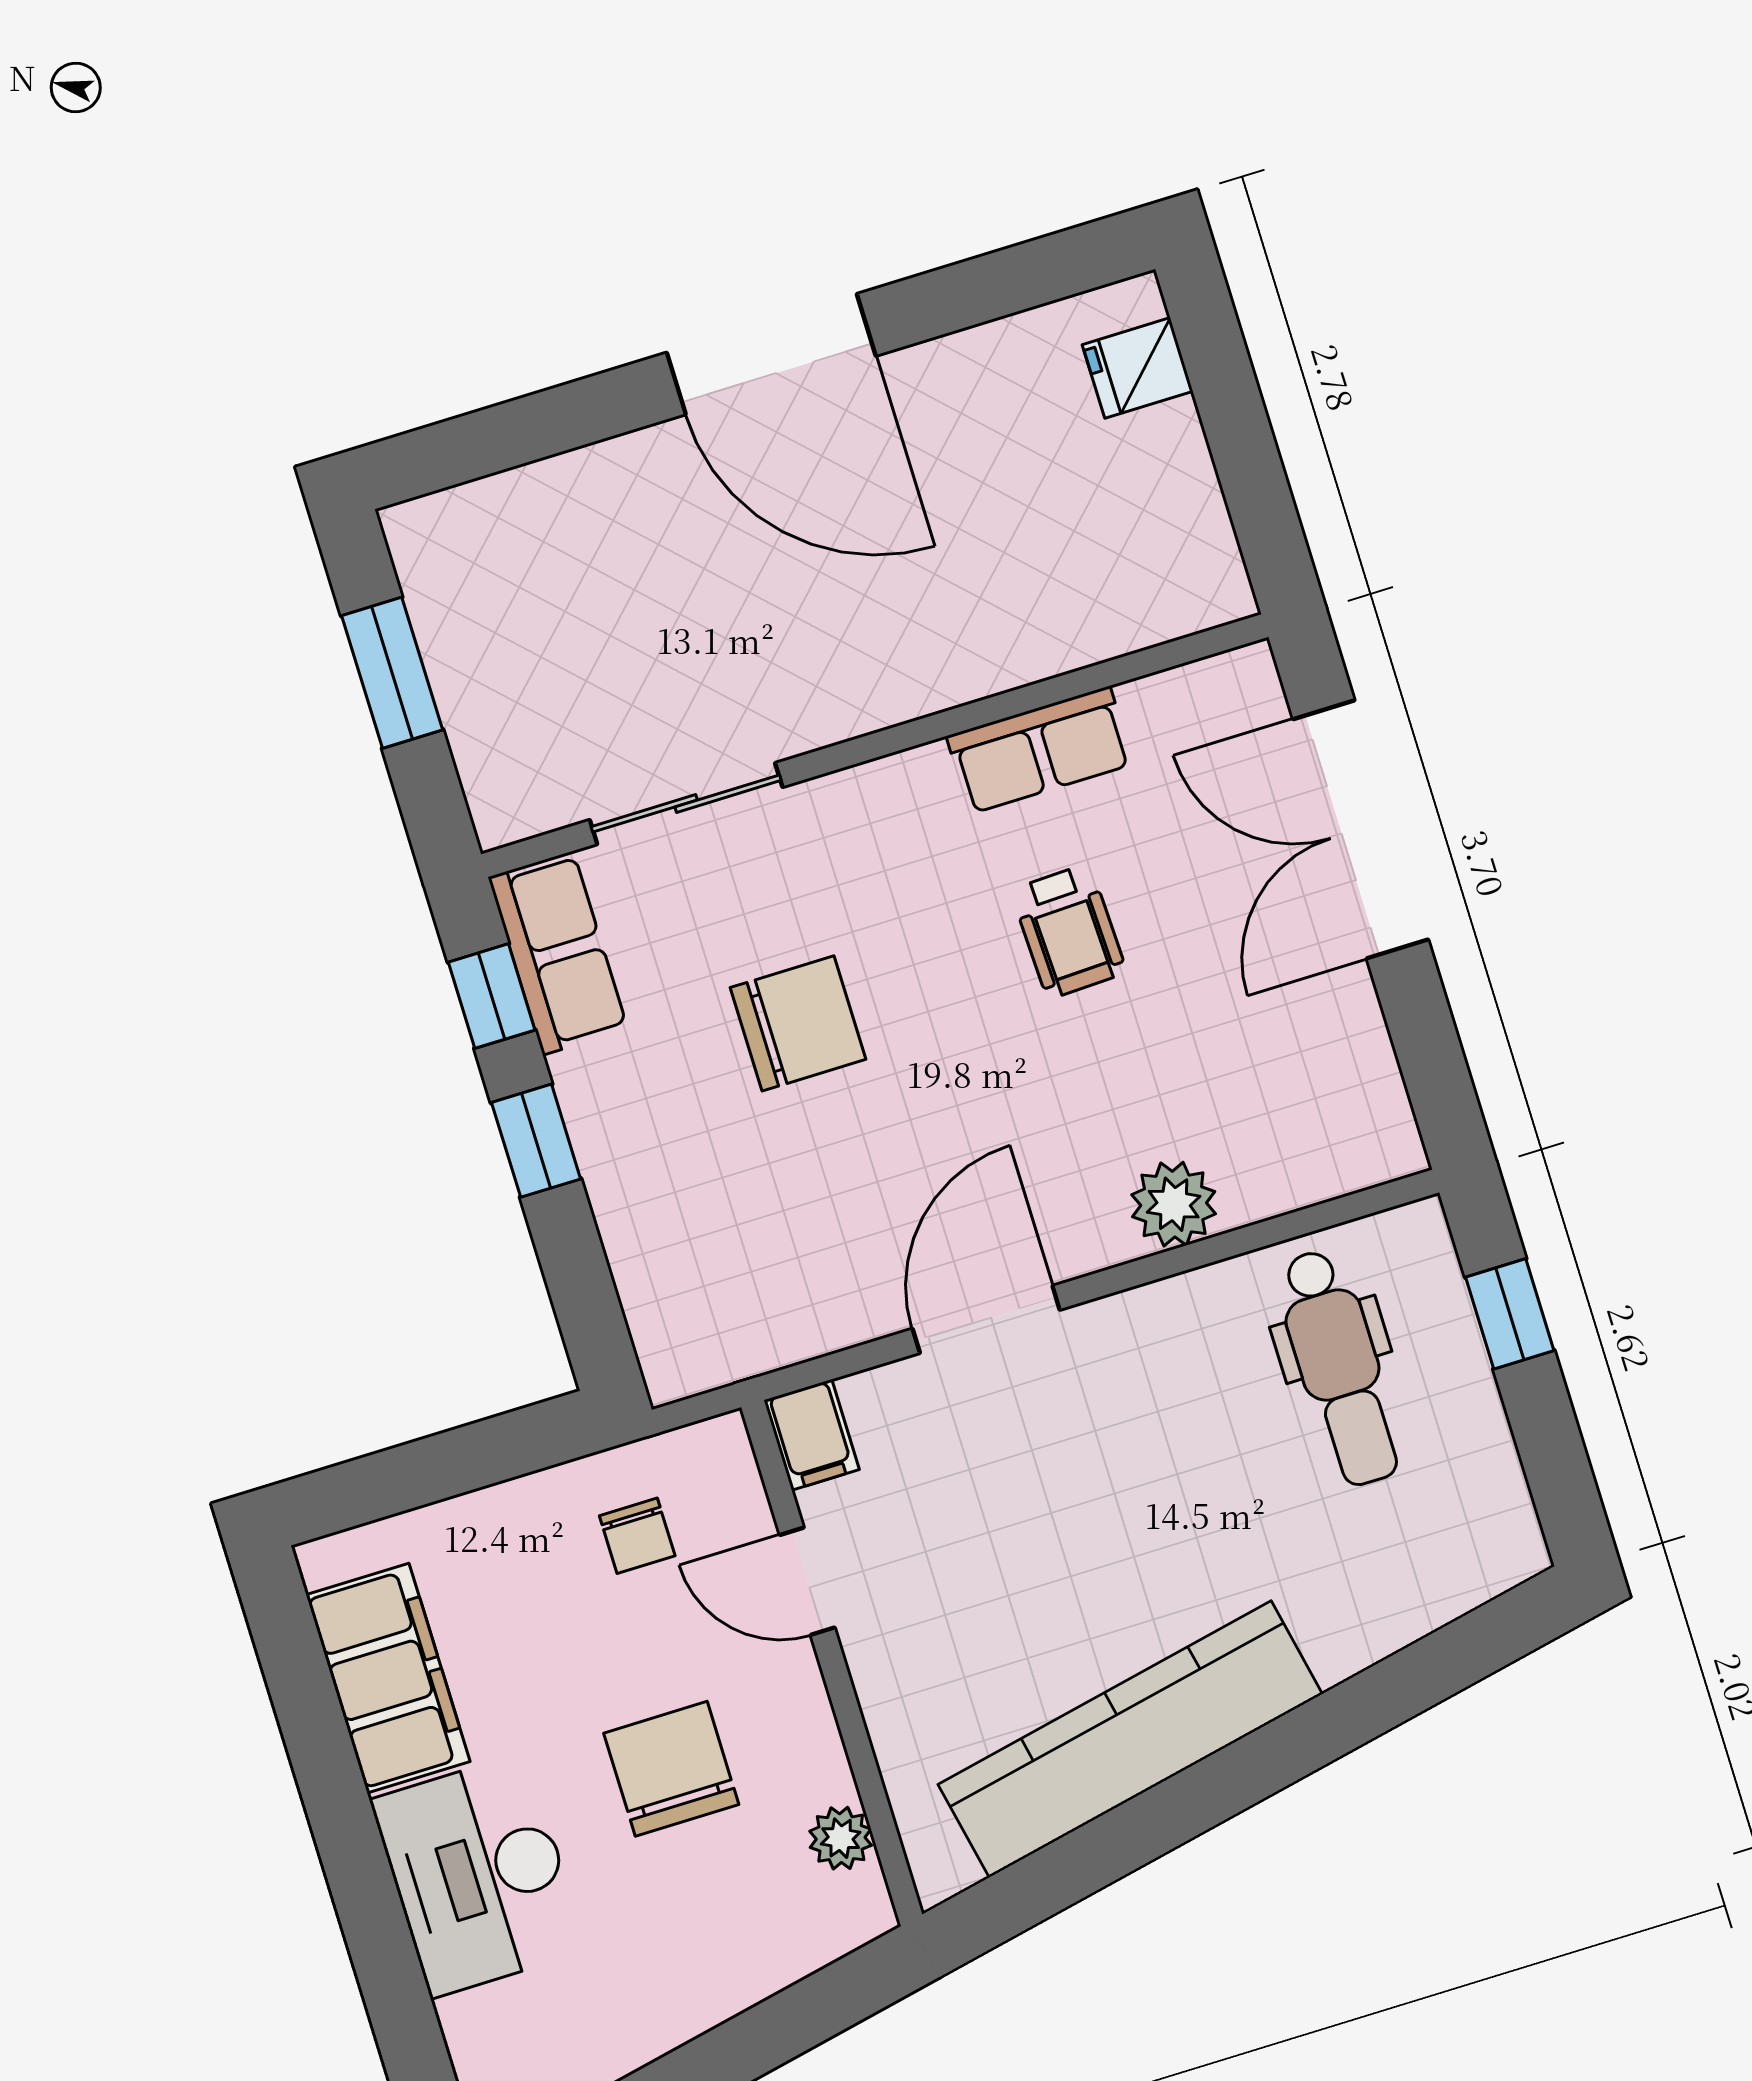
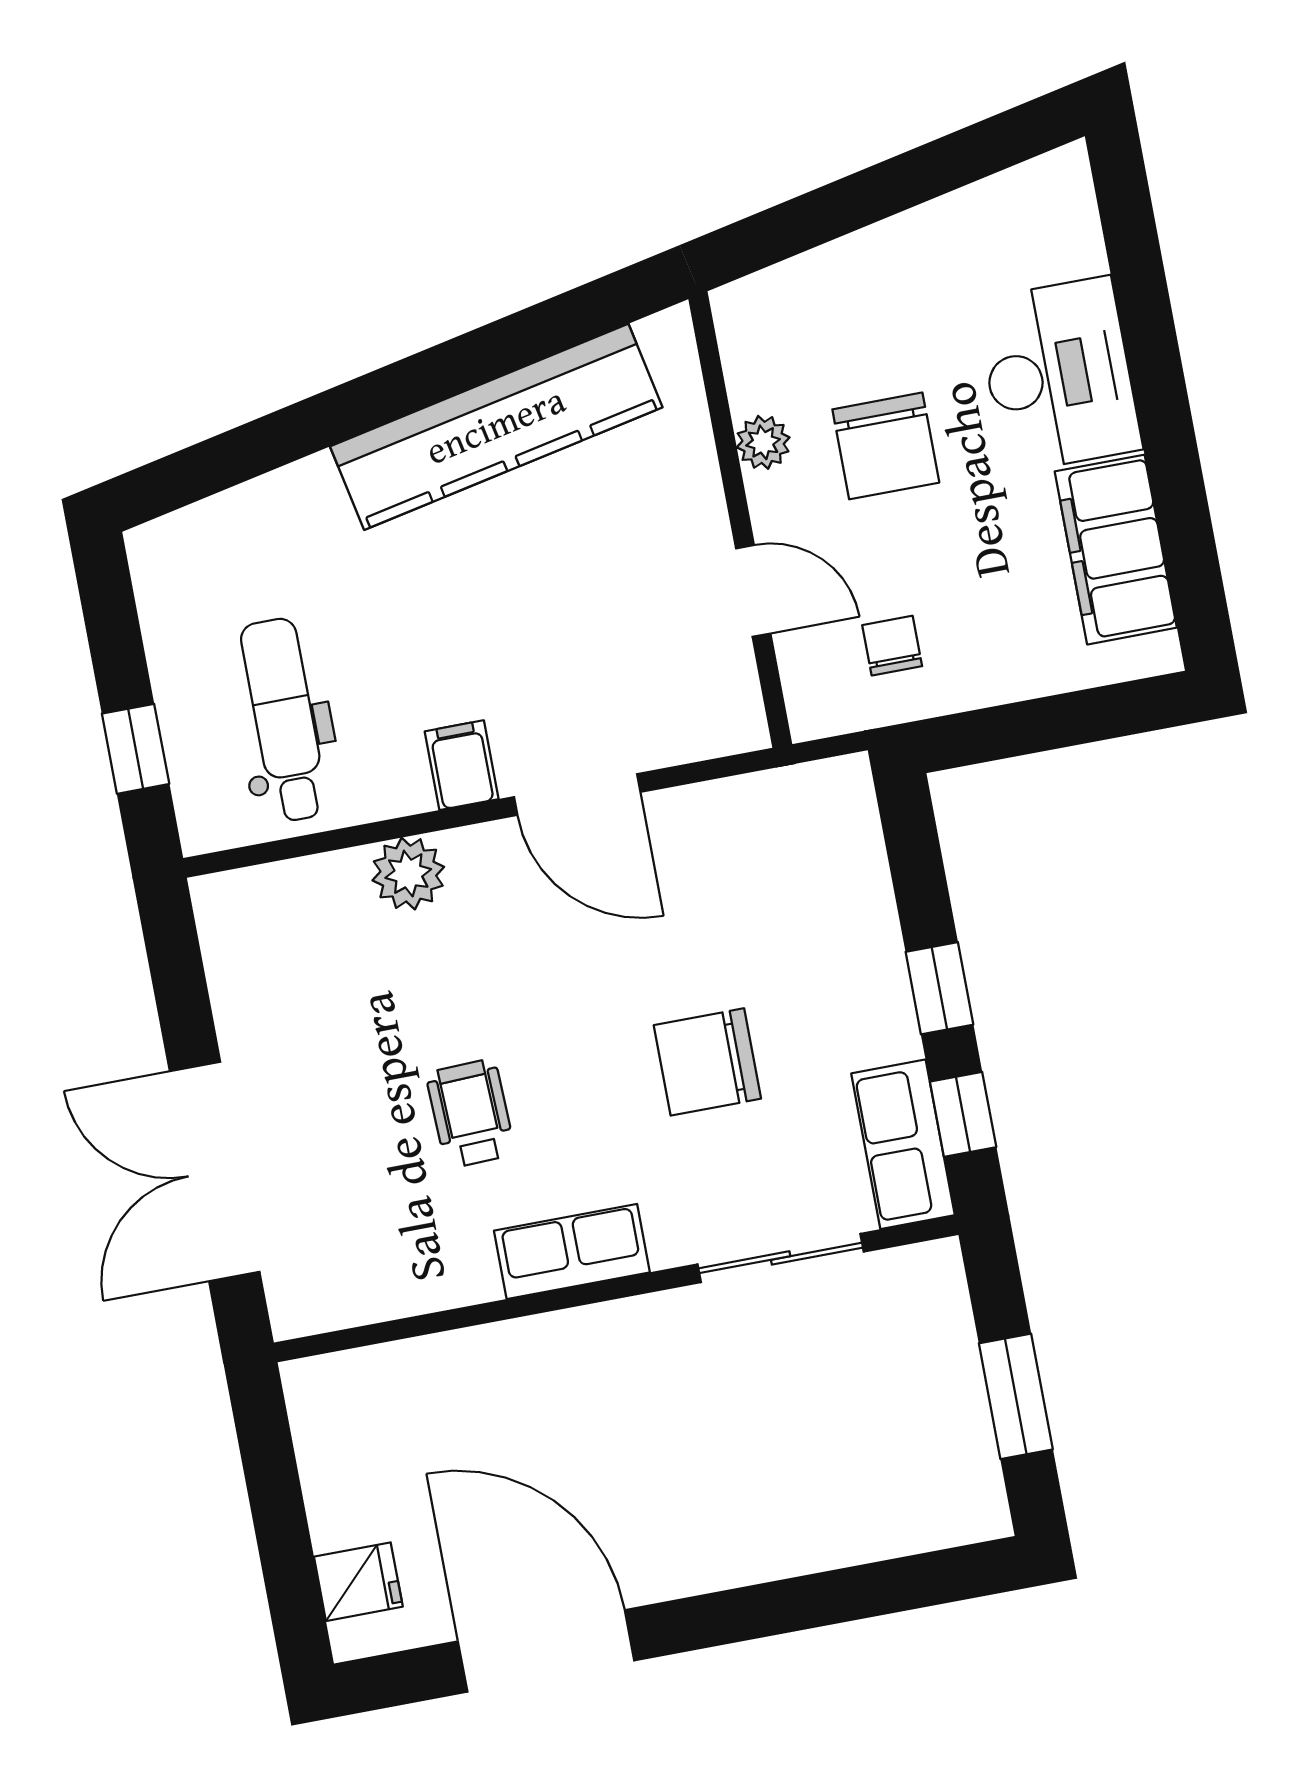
door: (771, 354) -> (546, 1651), moved
row of seats: (1040, 750) -> (572, 1251), moved
double door: (1361, 829) -> (215, 1171), swing flipped
door: (986, 1319) -> (577, 795), hinge flipped
filing cabinet: (812, 1435) -> (462, 765), moved
plant: (841, 1838) -> (763, 442), moved

